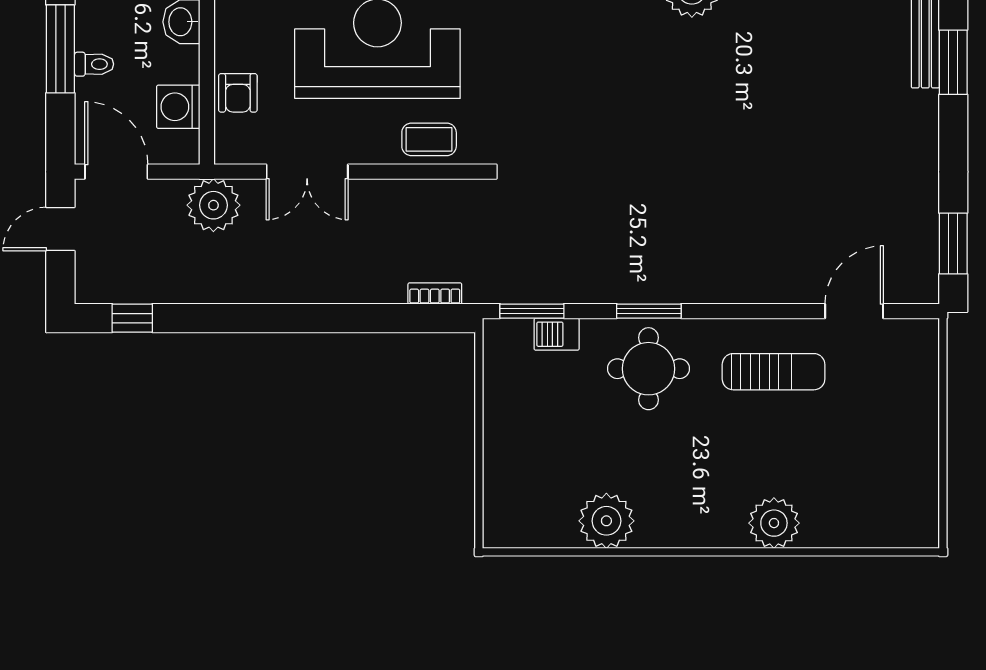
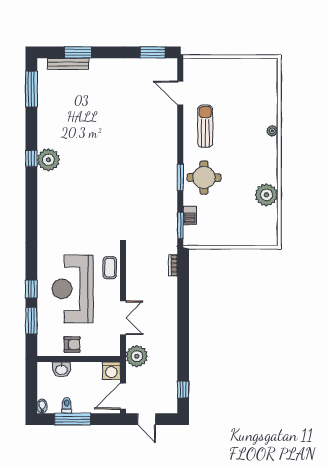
toilet: (94, 64) -> (67, 405), moved
armchair: (238, 93) -> (72, 344), moved
washing machine: (178, 107) -> (111, 371), moved
plant: (774, 523) -> (272, 131), width x0.53, depth x0.53

